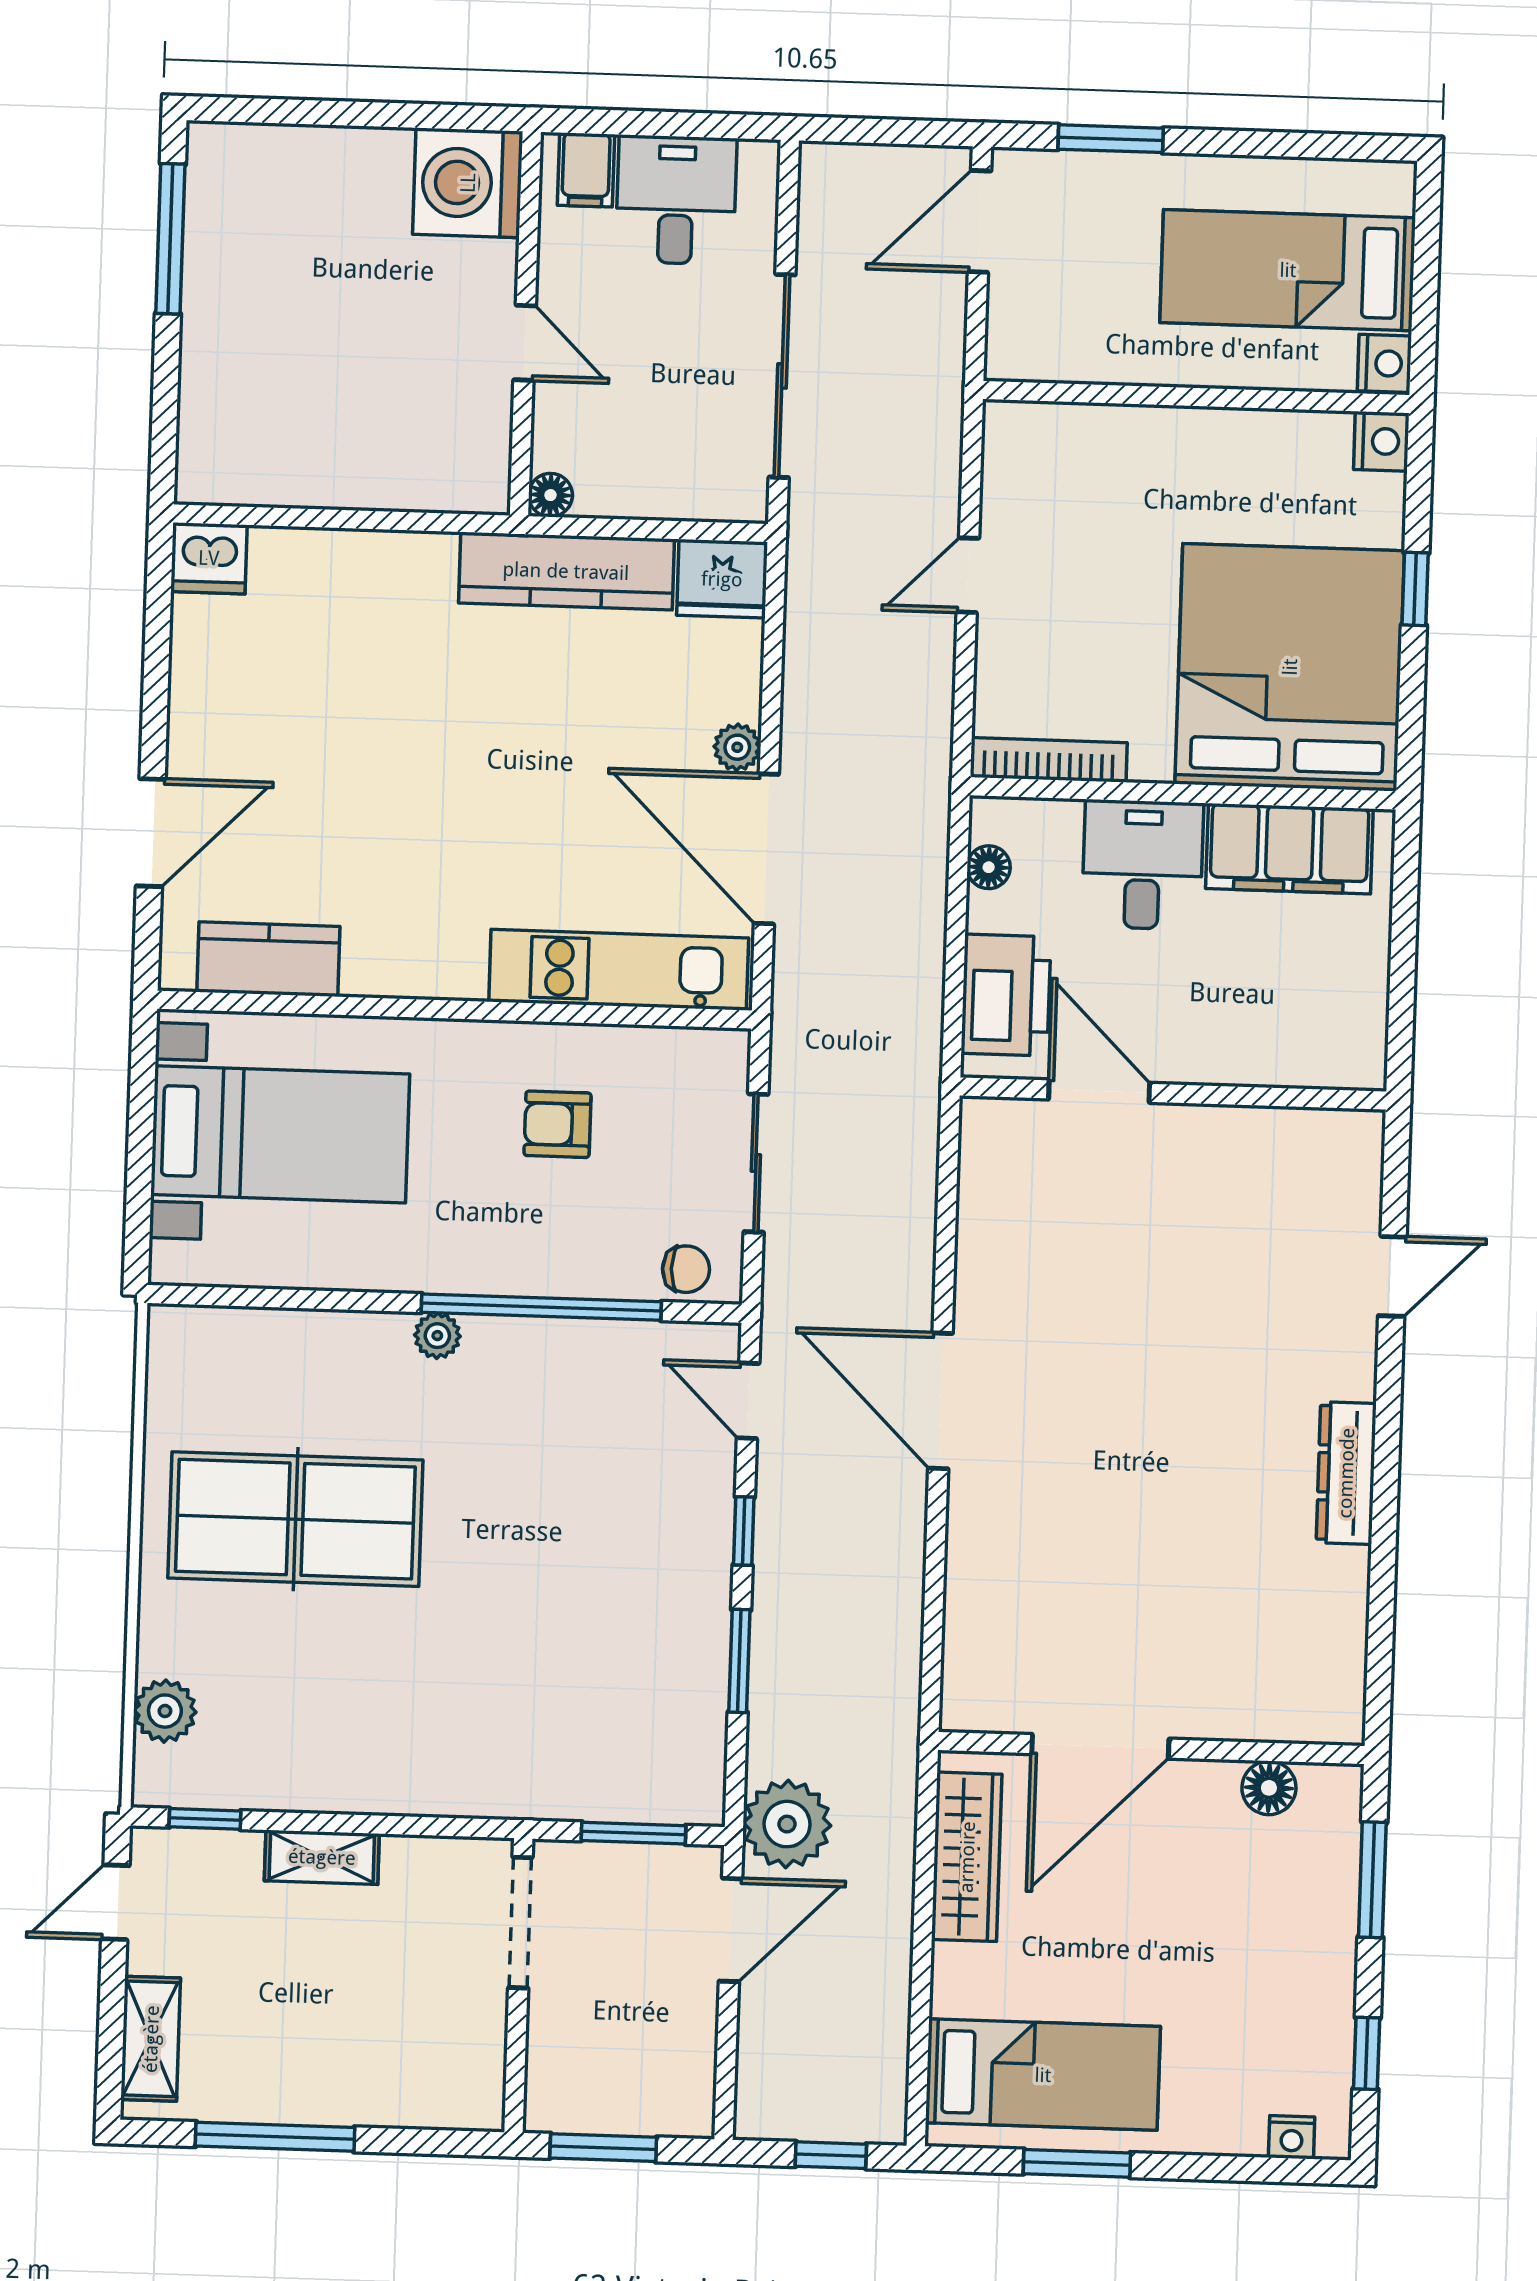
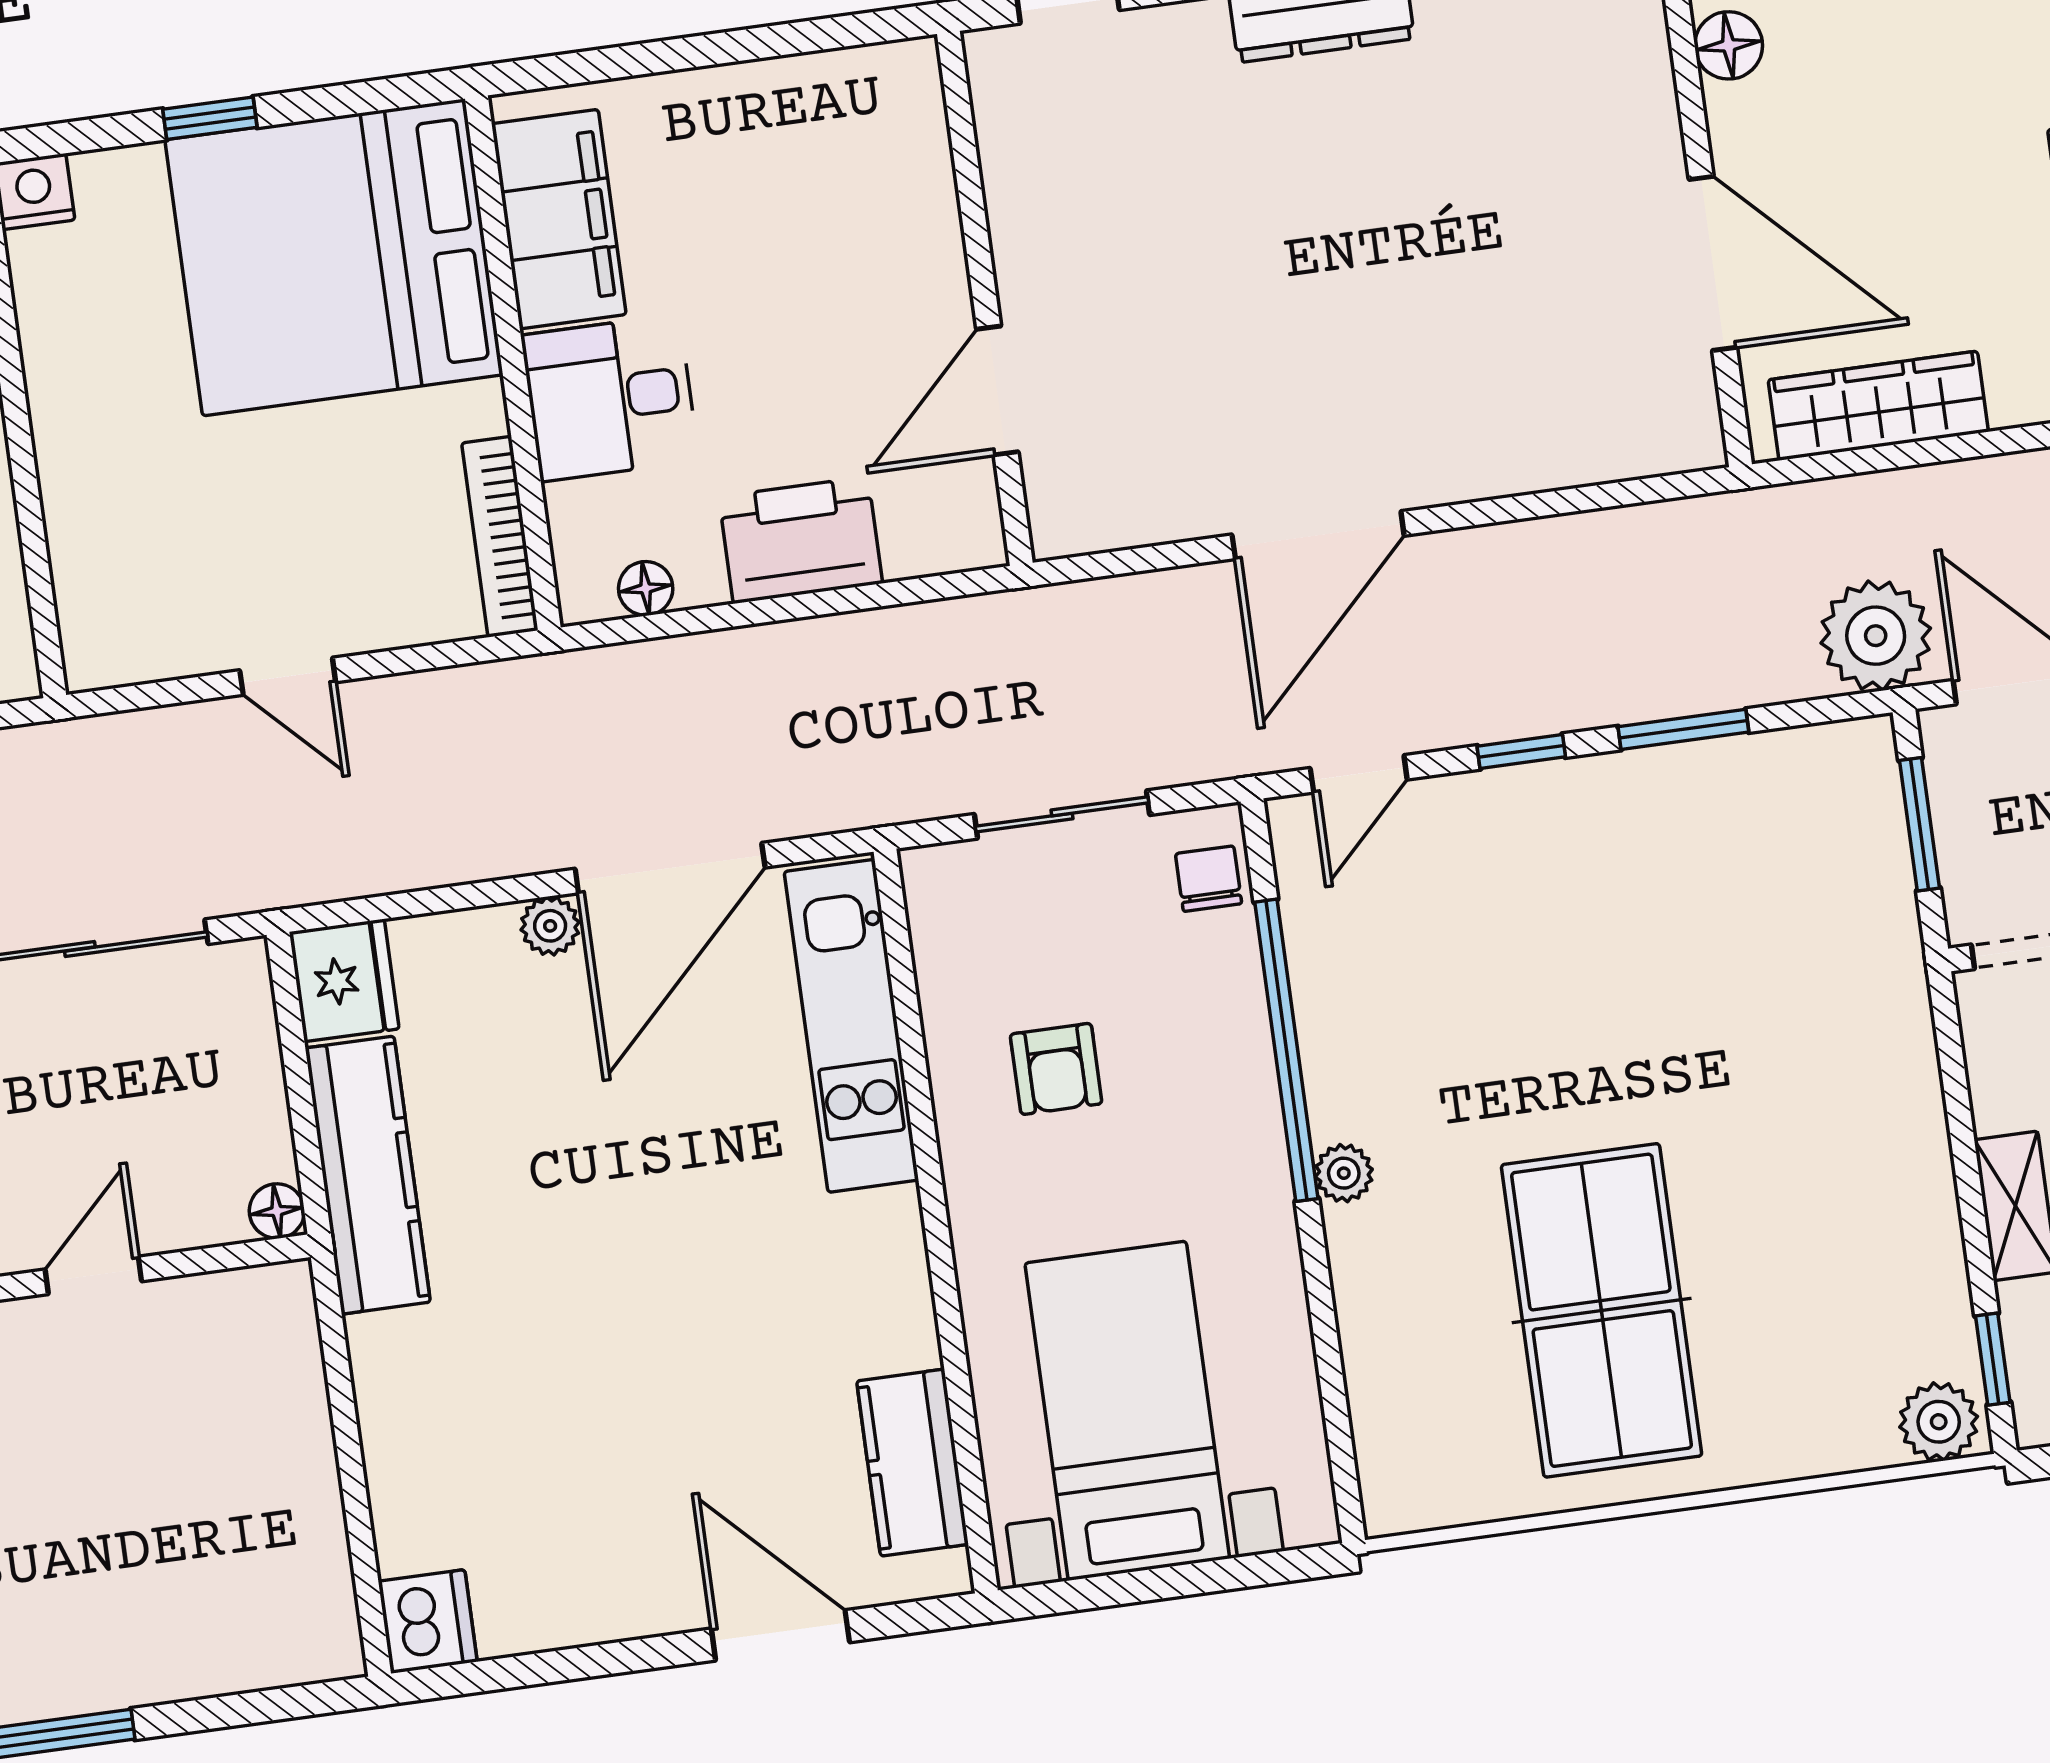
door: (1099, 1091) -> (997, 390), moved
wall: (1173, 1094) -> (985, 298), moved
plant: (165, 1711) -> (1939, 1422), moved

